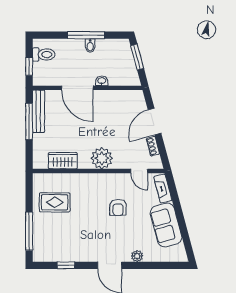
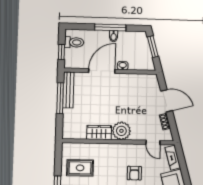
door: (77, 88) -> (102, 71), swing flipped
door: (155, 122) -> (167, 101), swing flipped
wardrobe: (63, 161) -> (99, 132), moved

